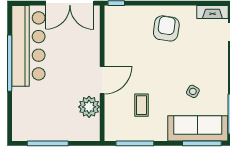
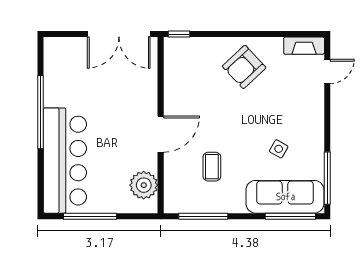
armchair: (166, 28) -> (244, 67), turned -141
bar counter: (28, 46) -> (65, 161), moved
plant: (89, 107) -> (144, 185), moved

